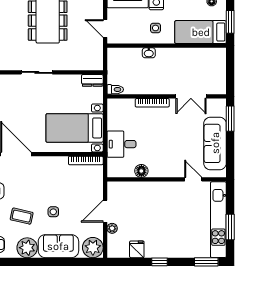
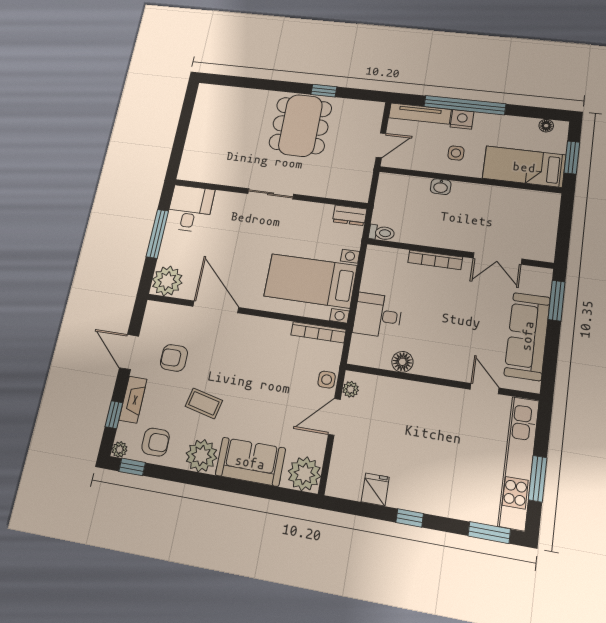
door: (105, 28) -> (381, 145), swing flipped
side table: (53, 212) -> (327, 380), moved
plant: (112, 228) -> (351, 389), moved

